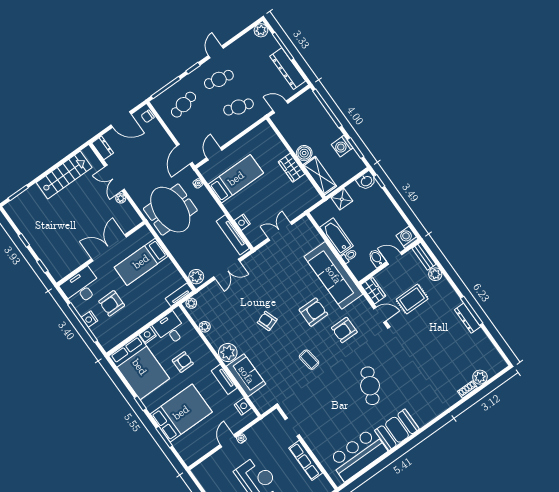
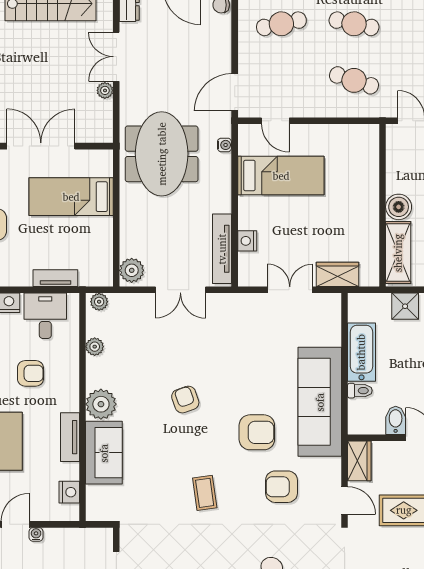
door: (214, 154) -> (275, 121), swing flipped
wardrobe: (291, 168) -> (337, 274), moved, turned 90
tv unit: (179, 295) -> (55, 278), moved

